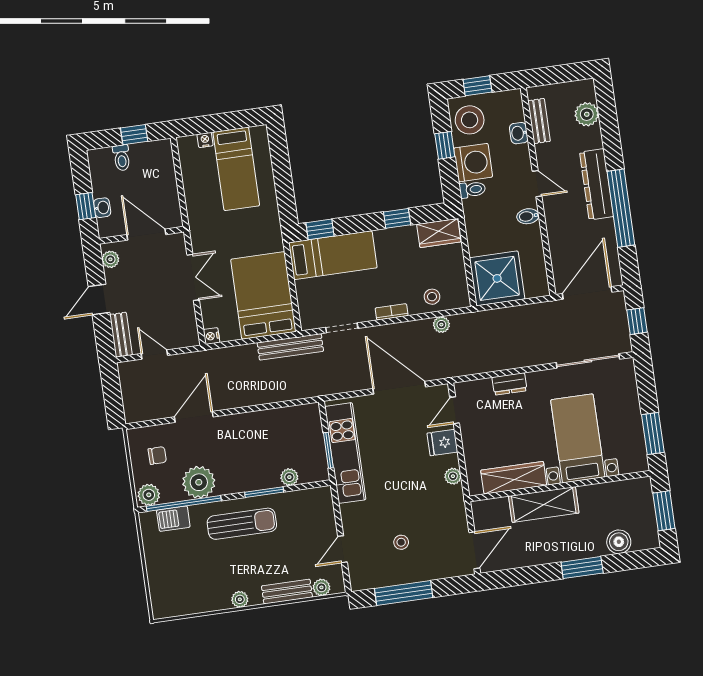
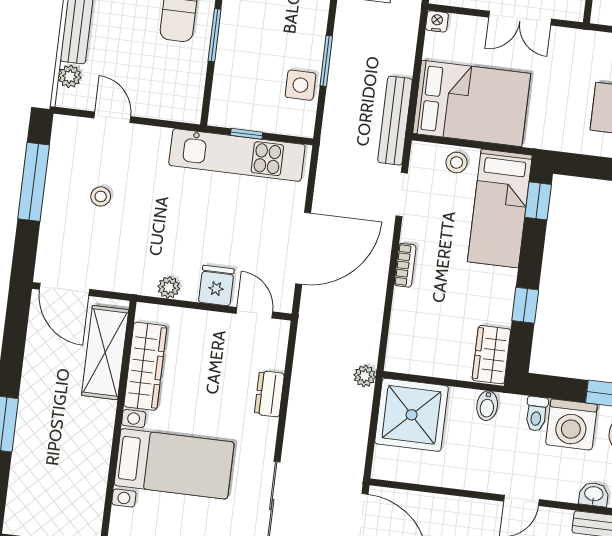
bidet: (528, 216) -> (487, 406), moved, turned 180
stool: (432, 297) -> (457, 162), moved
plant: (441, 325) -> (365, 376), moved
window: (261, 407) -> (326, 61), added
side table: (283, 421) -> (300, 85), added
window: (328, 450) -> (247, 134), width x0.67
plant: (289, 477) -> (225, 73), removed
shelving: (544, 505) -> (105, 353), moved
boiler: (619, 542) -> (25, 481), removed

